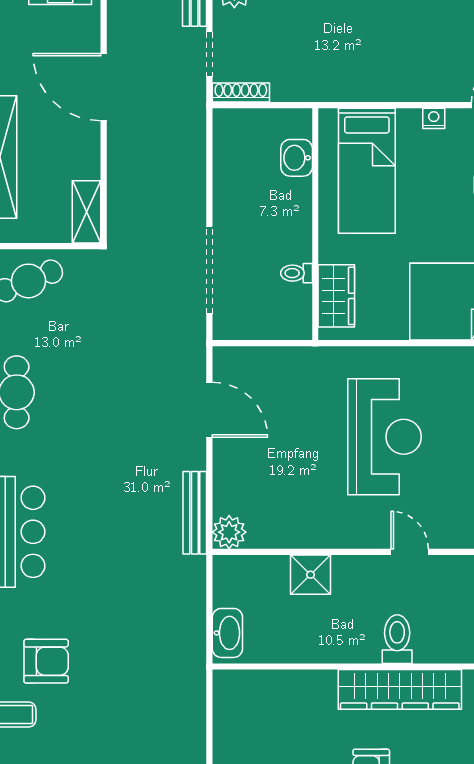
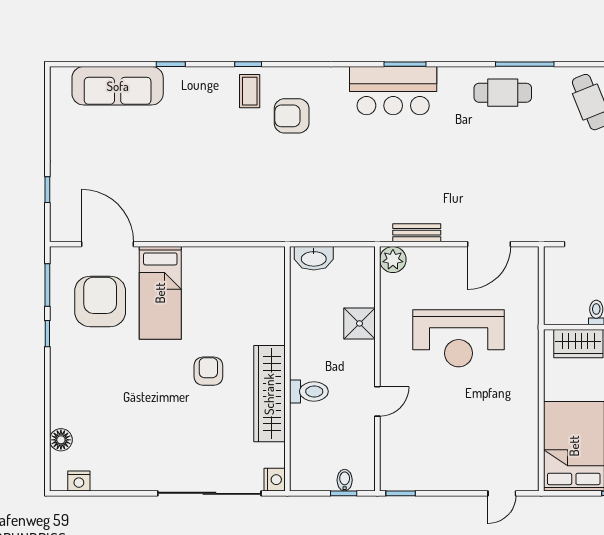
reception desk: (385, 437) -> (459, 338), moved
bench: (195, 513) -> (417, 233), width x0.73
armchair: (46, 661) -> (292, 116), turned 90

